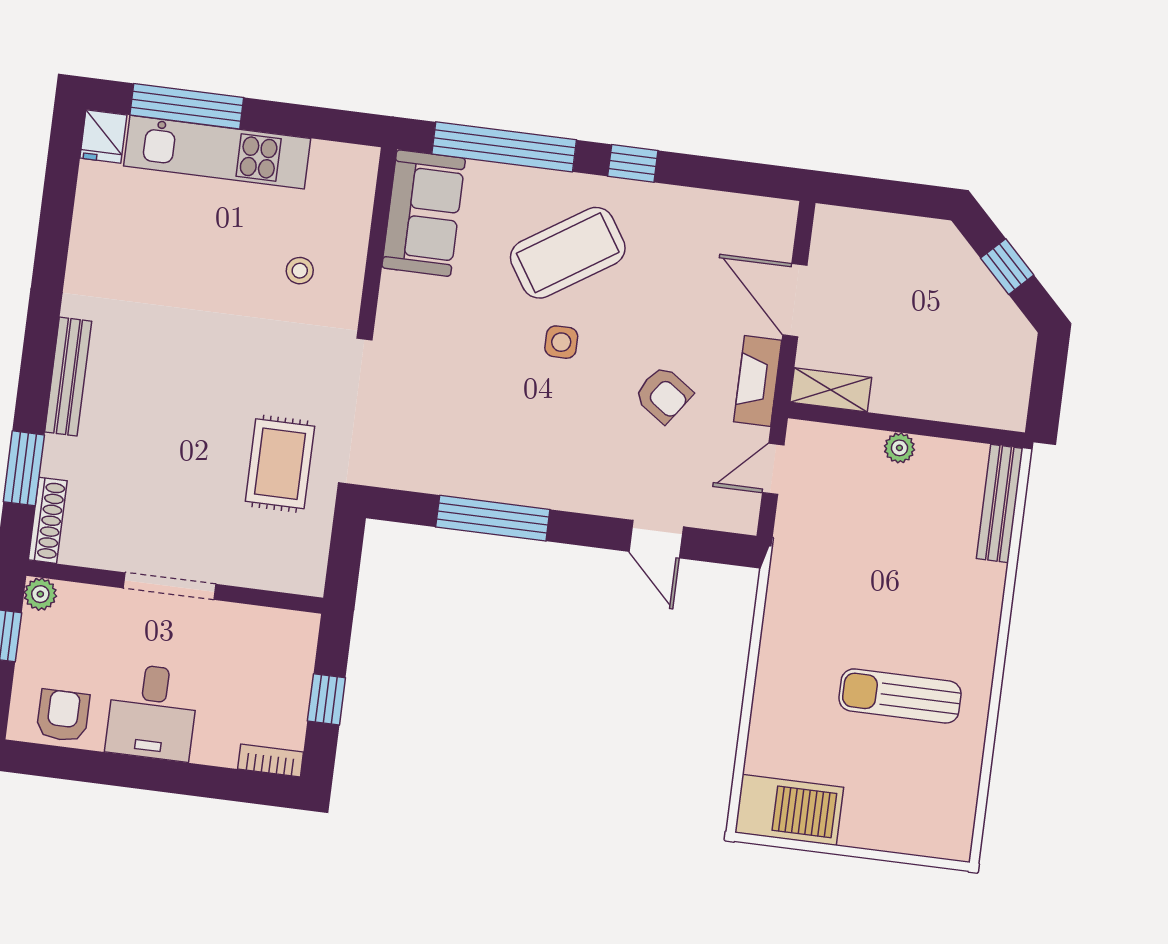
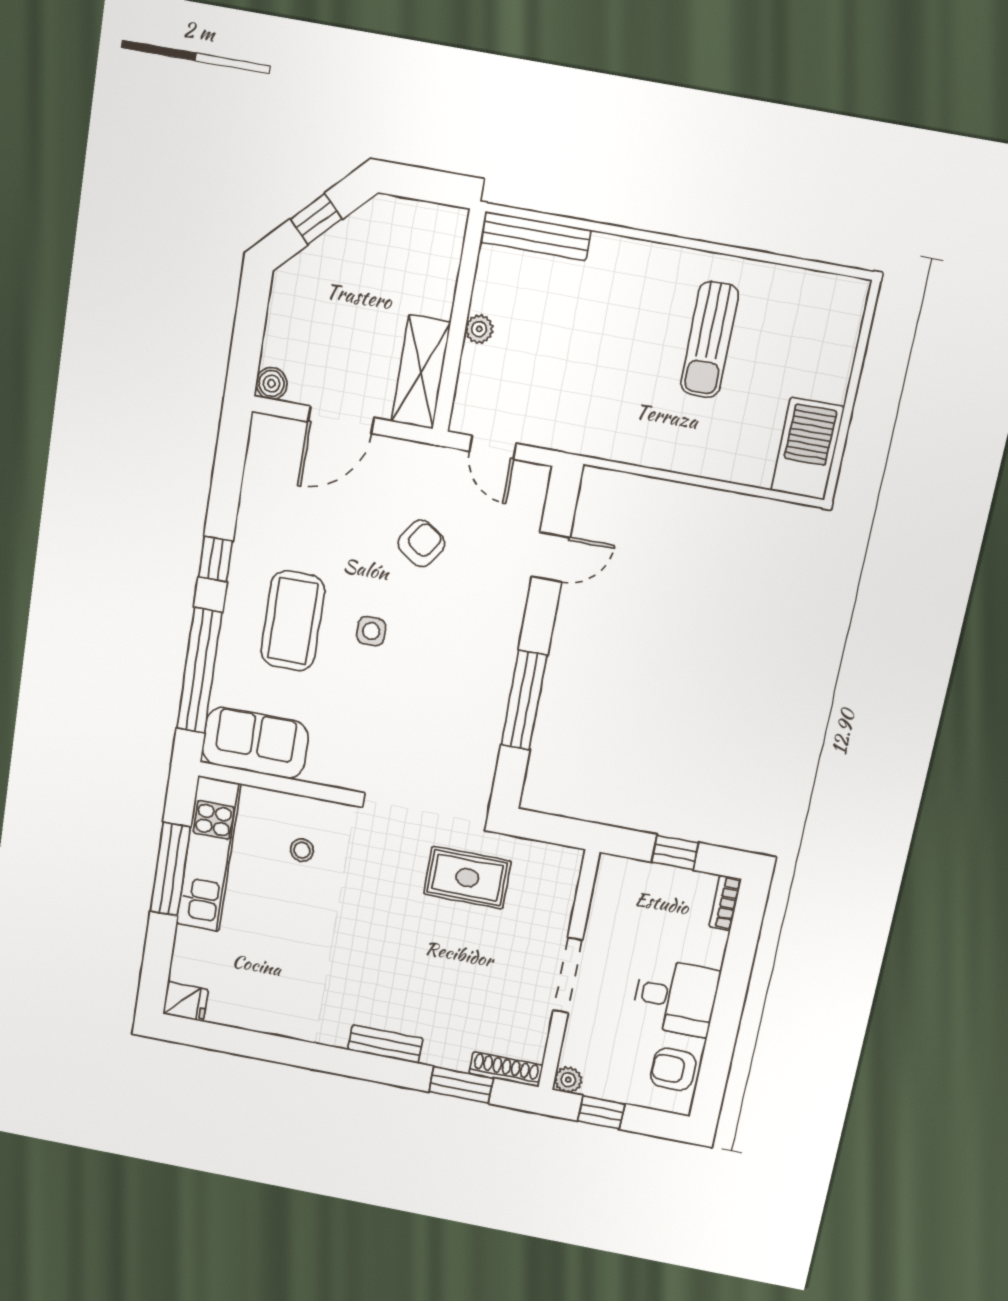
window: (187, 106) -> (170, 869), moved
kitchen unit: (217, 152) -> (209, 854), moved
boiler: (830, 222) -> (272, 384), added
coffee table: (568, 253) -> (293, 621), turned 33
bench: (68, 377) -> (385, 1044), width x0.73
fireplace: (758, 381) -> (413, 458), removed
shelving: (831, 390) -> (421, 372), width x1.50, depth x1.33

